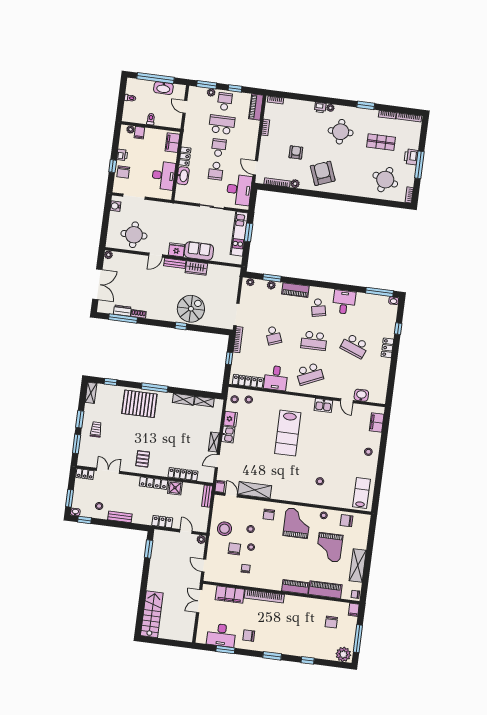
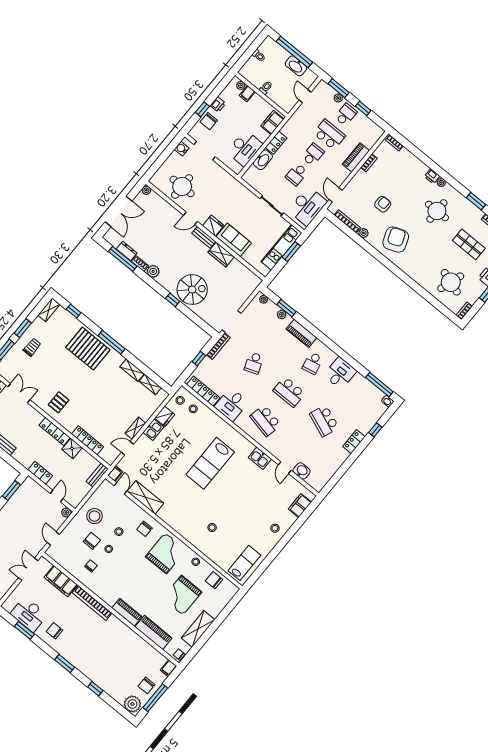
piano: (256, 107) -> (356, 157), moved
plant: (152, 314) -> (153, 271), added
school desk: (310, 374) -> (265, 421), turned 36
chair: (331, 622) -> (147, 685), moved

